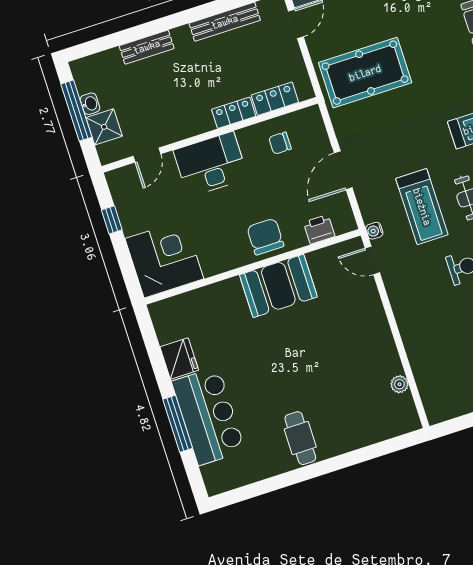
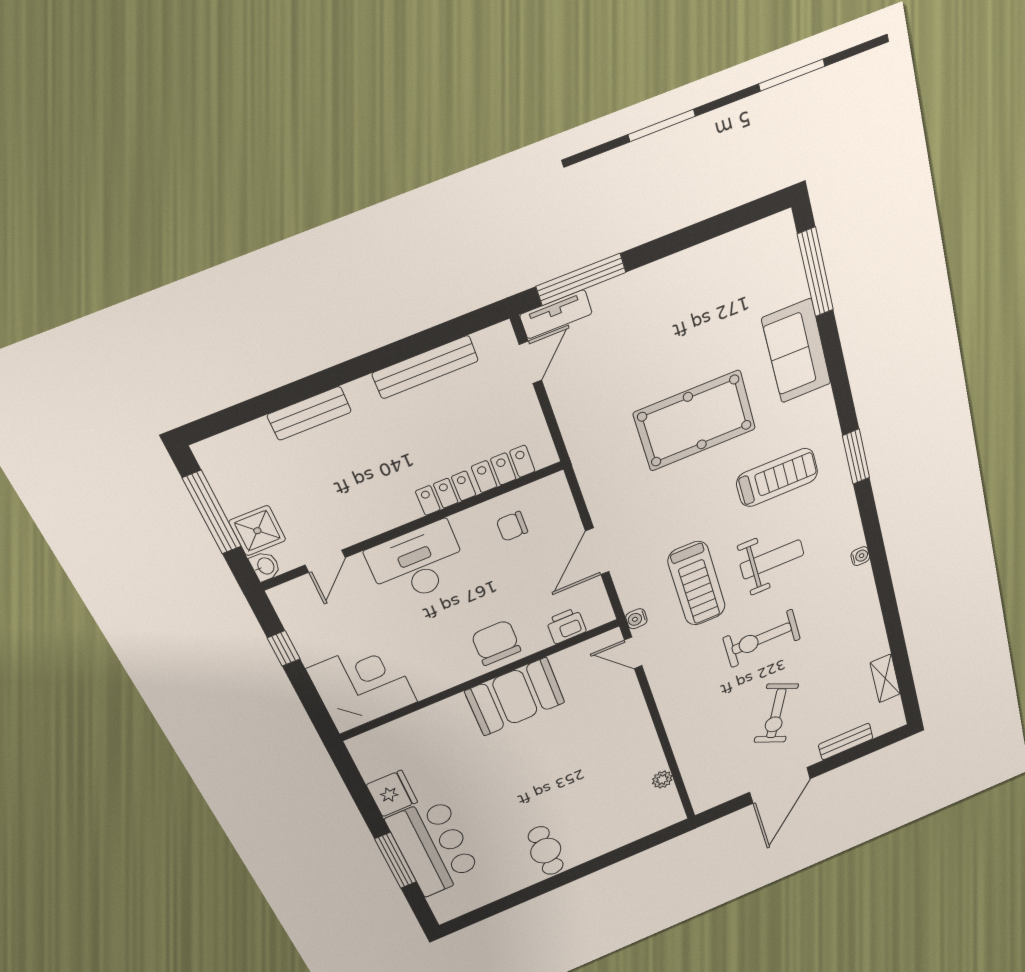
pool table: (365, 73) -> (695, 421), moved
washbasin: (90, 104) -> (265, 566), moved

